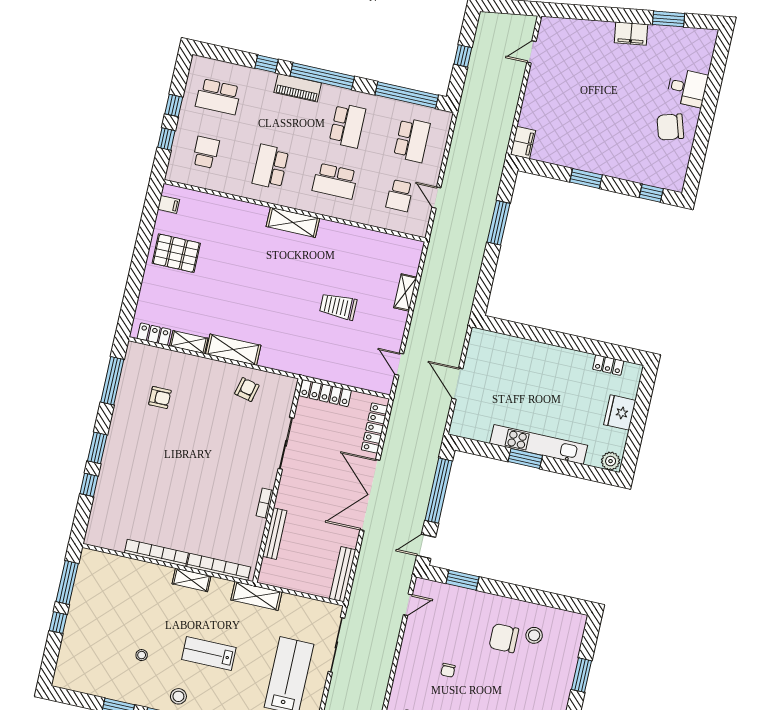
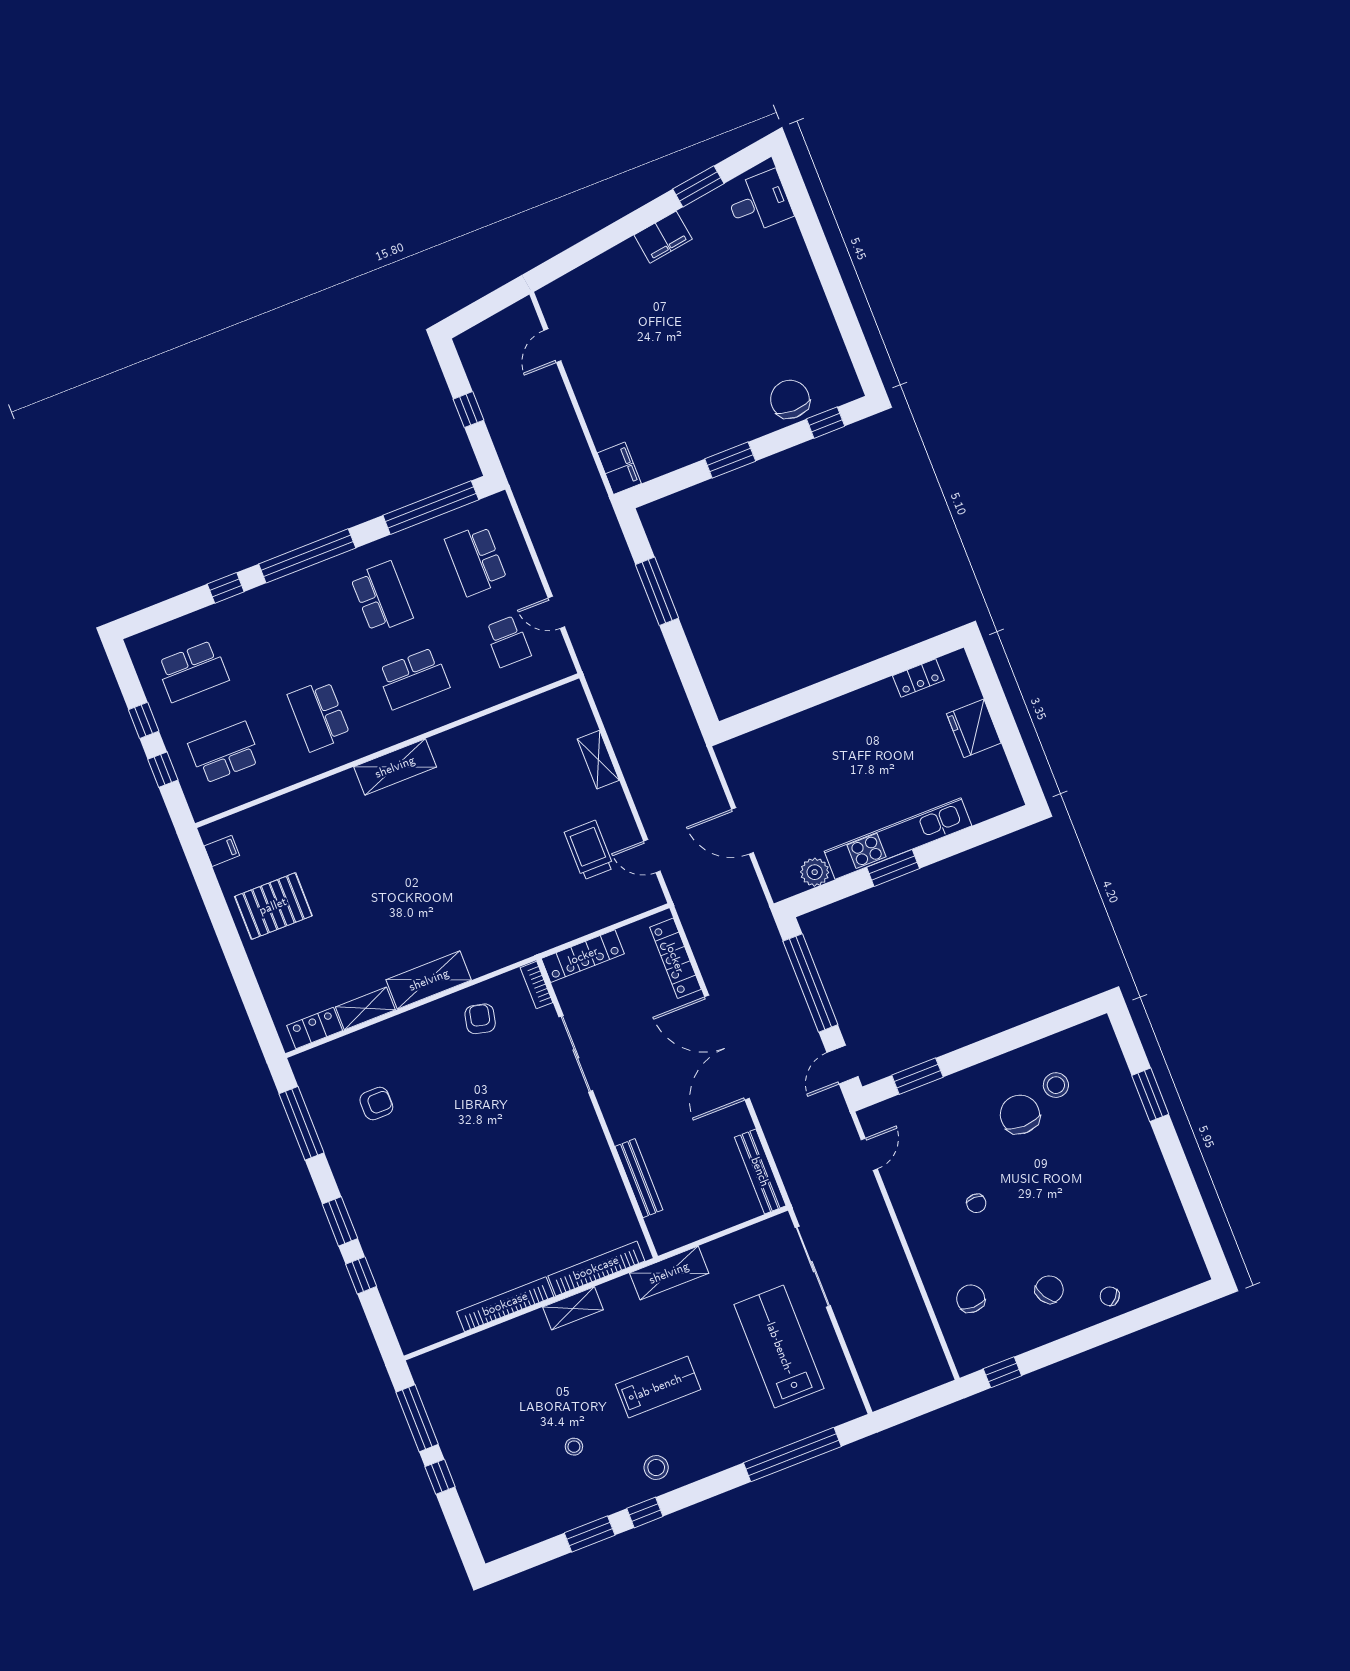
piano: (298, 88) -> (286, 592), removed
desk: (687, 88) -> (759, 202), moved
chair: (670, 127) -> (790, 399), moved, turned 107
school desk: (412, 140) -> (476, 560), turned 180
school desk: (206, 152) -> (224, 752), width x1.85
trolley: (338, 306) -> (589, 850), moved, turned 90
plant: (611, 461) -> (815, 872), moved
bookcase: (265, 503) -> (537, 985), moved
chair: (504, 638) -> (1020, 1115), turned 90
lab bench: (209, 653) -> (658, 1387), turned 180

